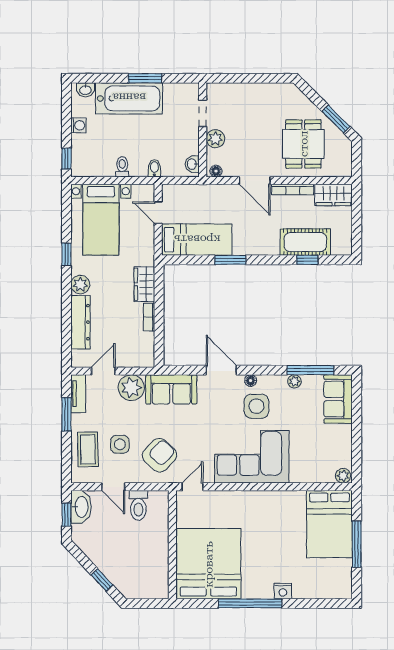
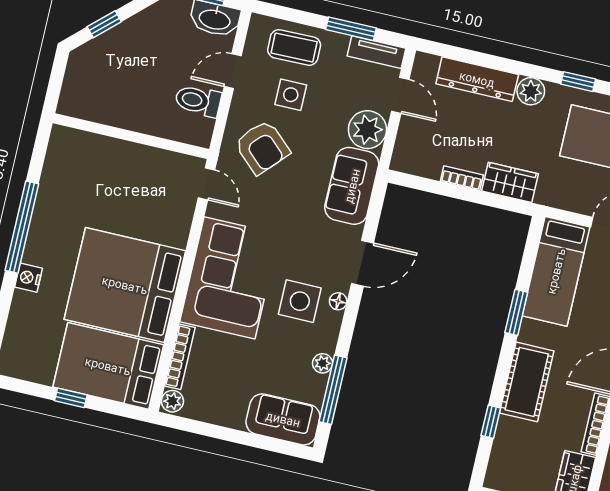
cot: (305, 242) -> (527, 382), moved
bookcase: (312, 478) -> (180, 357), added
window: (357, 544) -> (71, 398), width x0.46
bed: (208, 564) -> (125, 285), moved, turned 180

